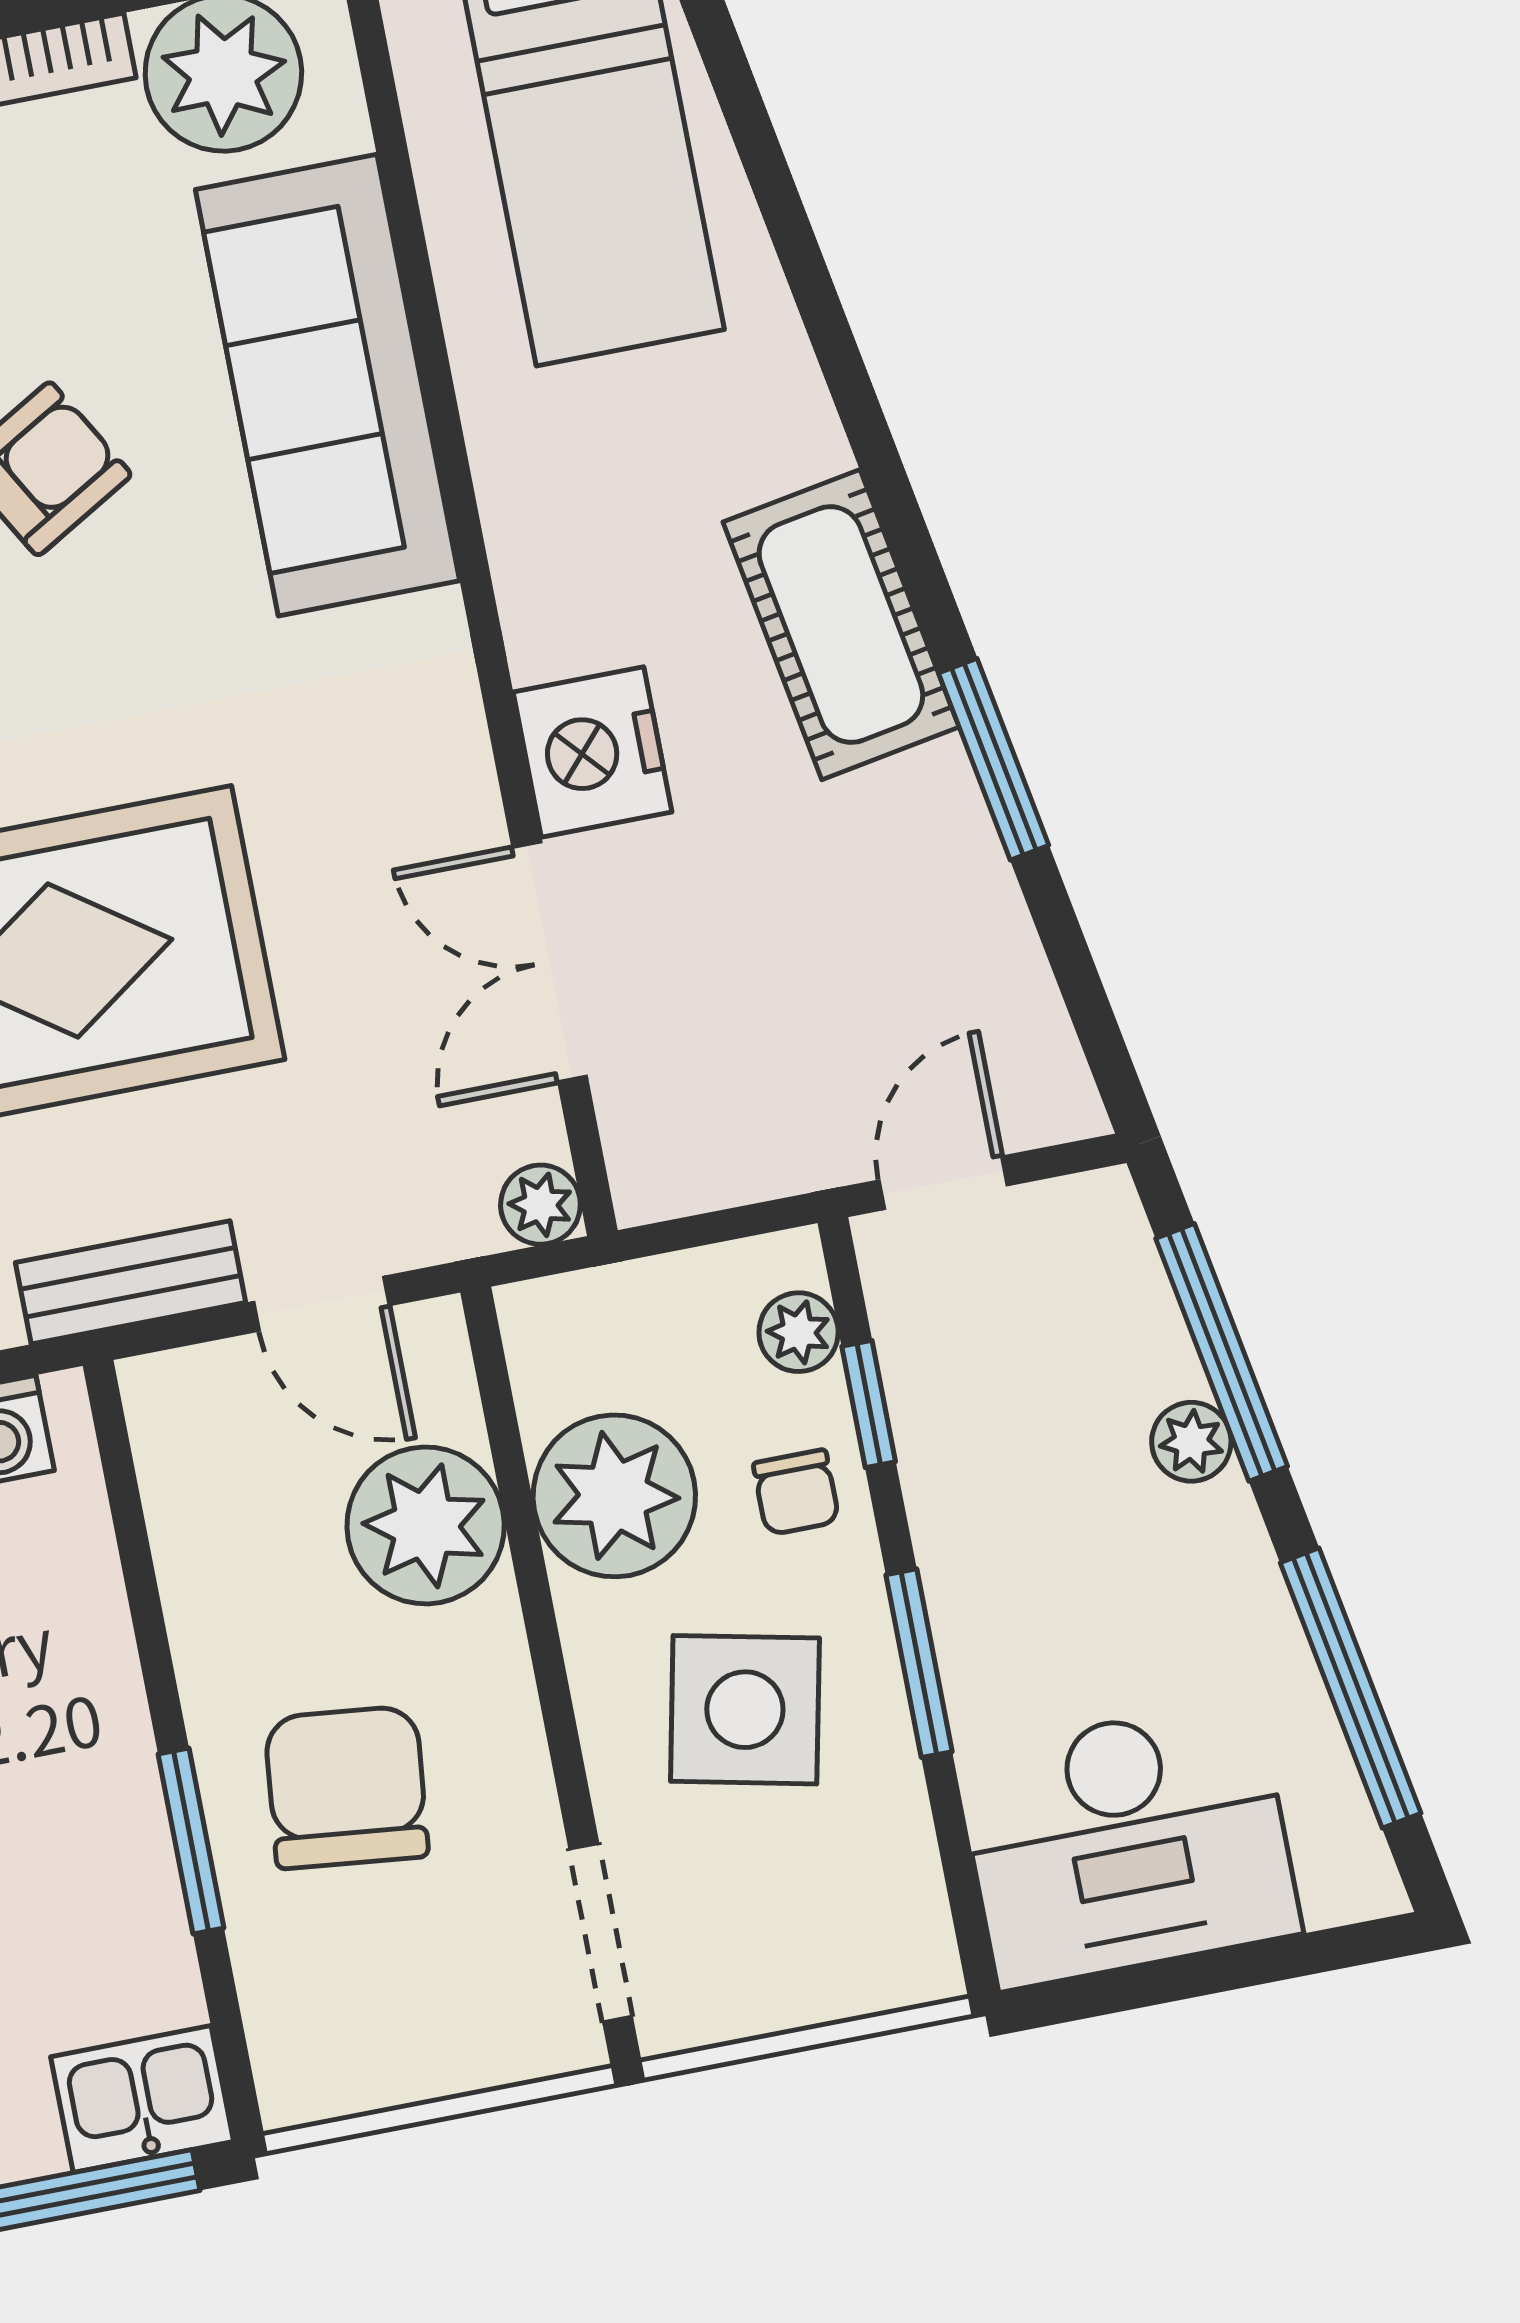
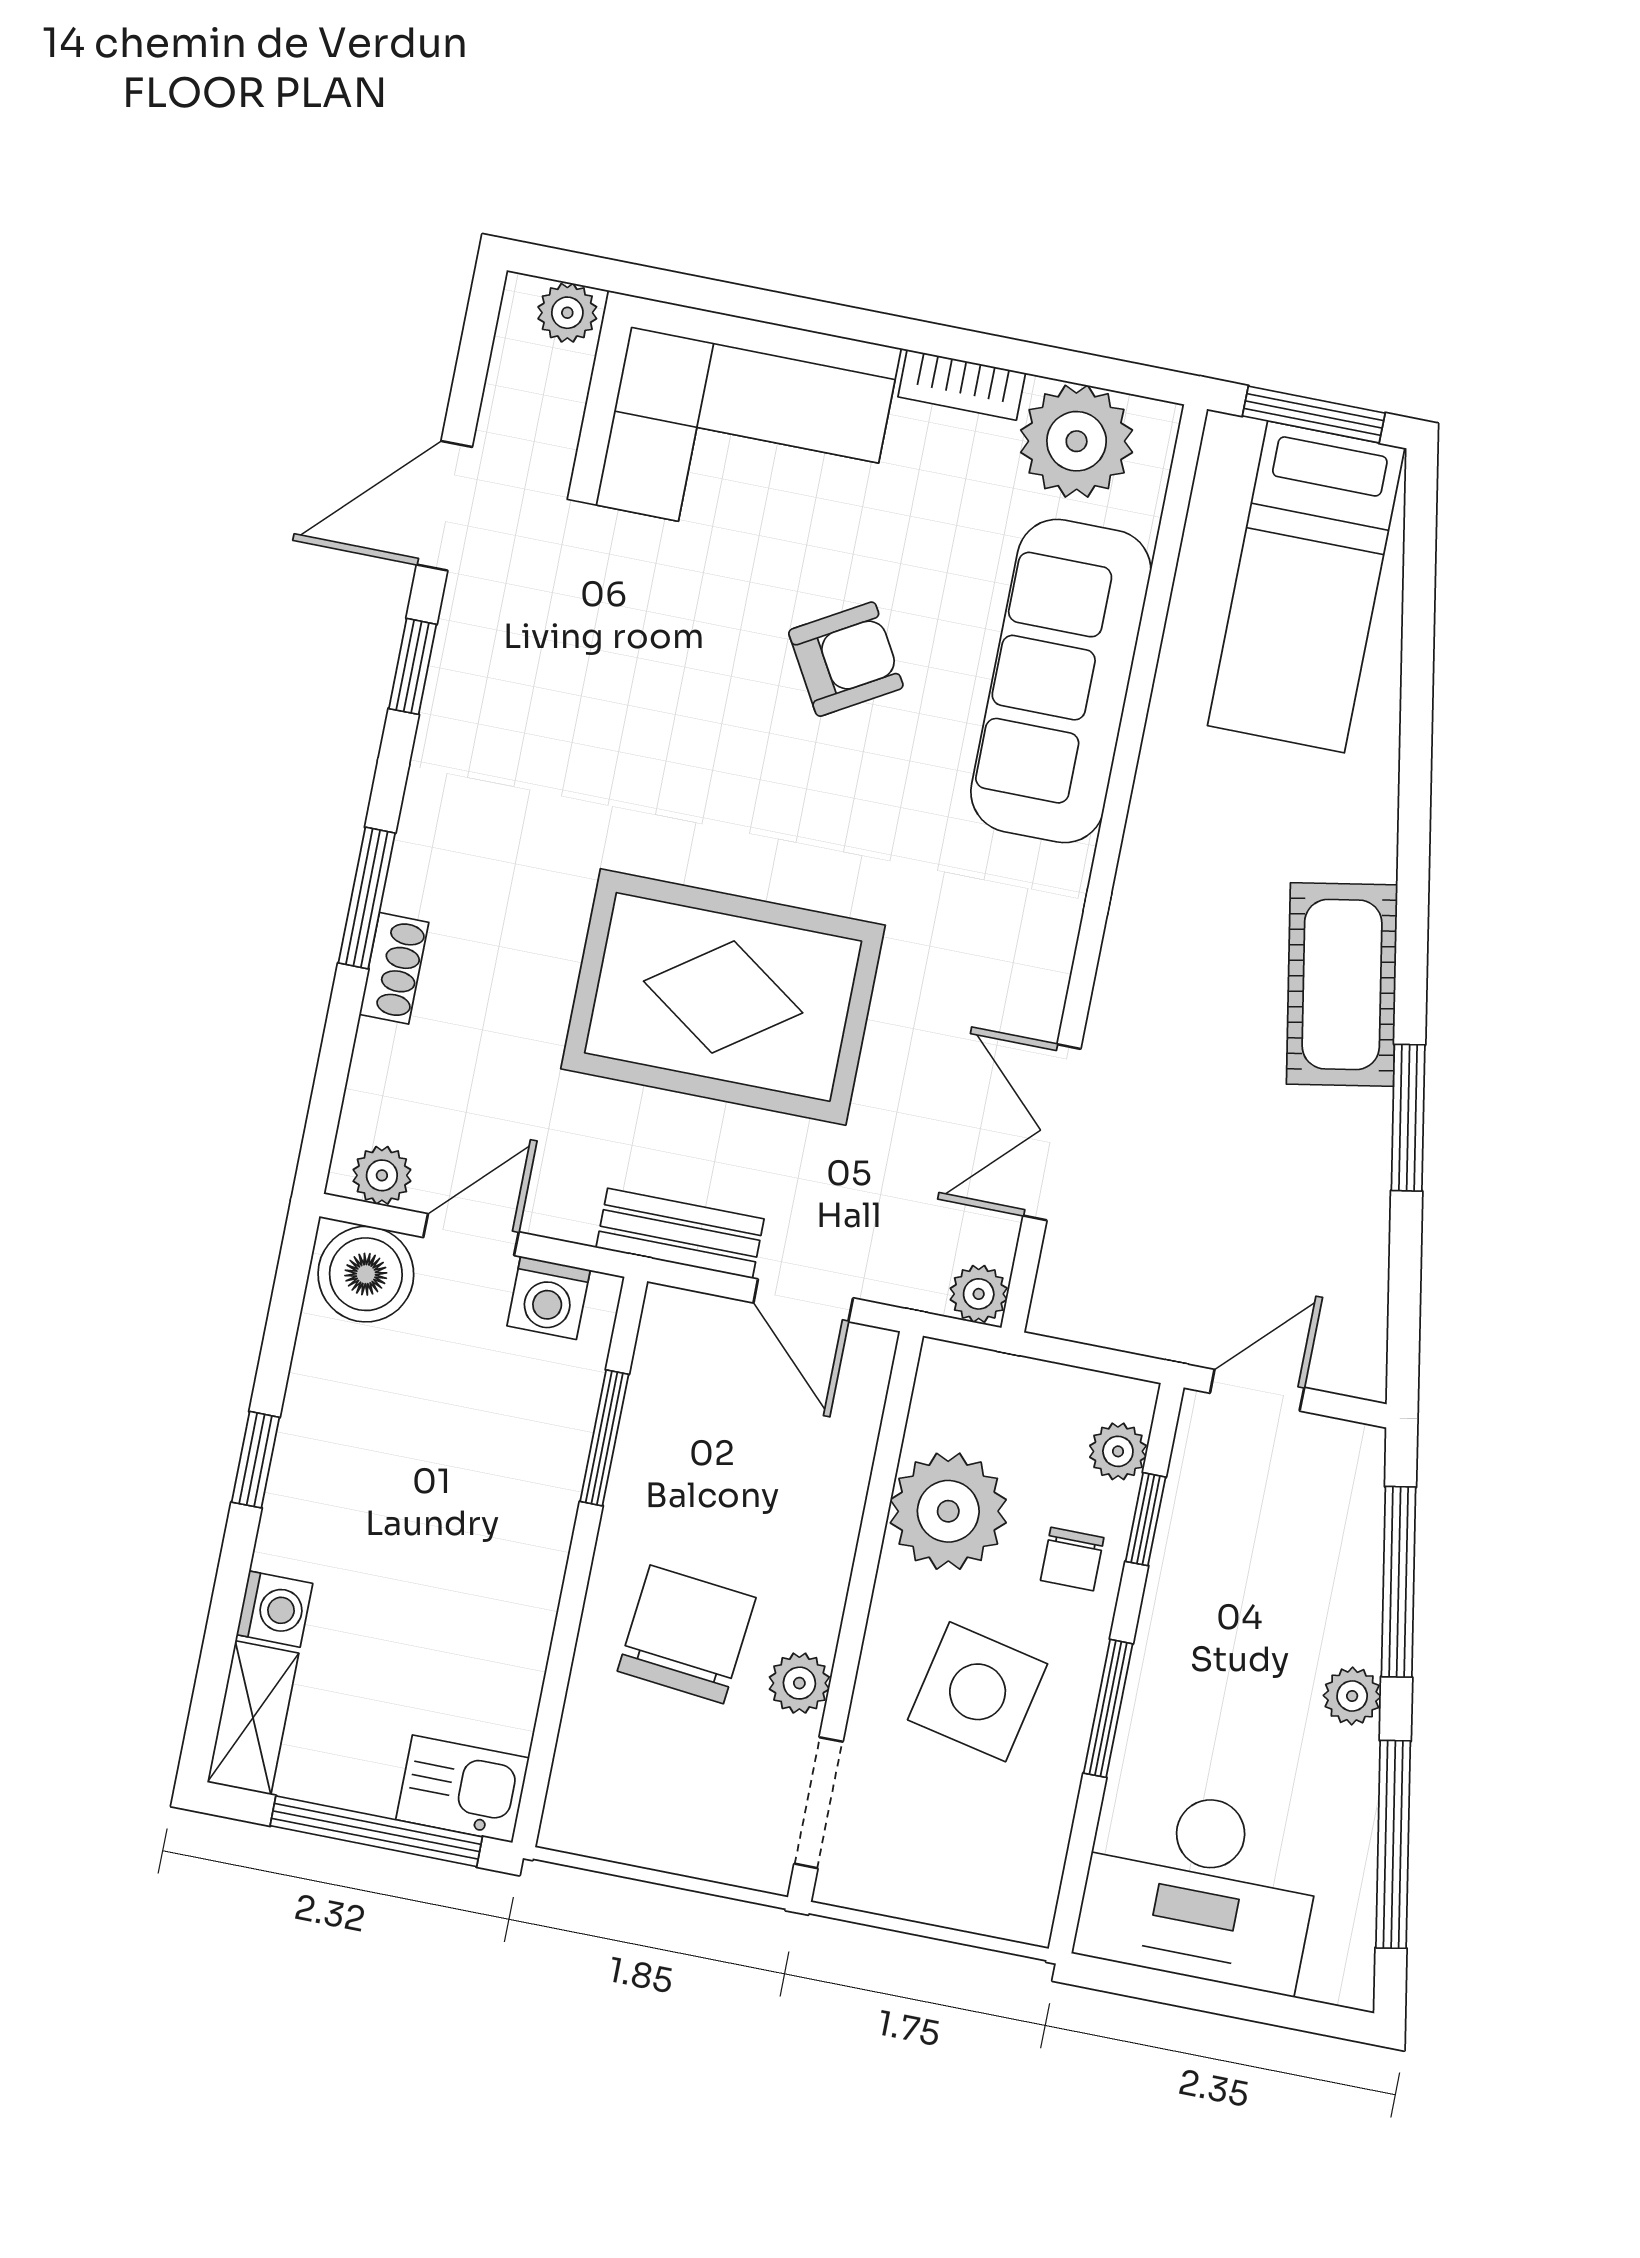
nightstand: (593, 752) -> (1139, 1002), removed
plant: (1191, 1442) -> (1352, 1696), moved
plant: (426, 1525) -> (799, 1683), moved, width x0.53, depth x0.53
window: (191, 1841) -> (604, 1438), moved

